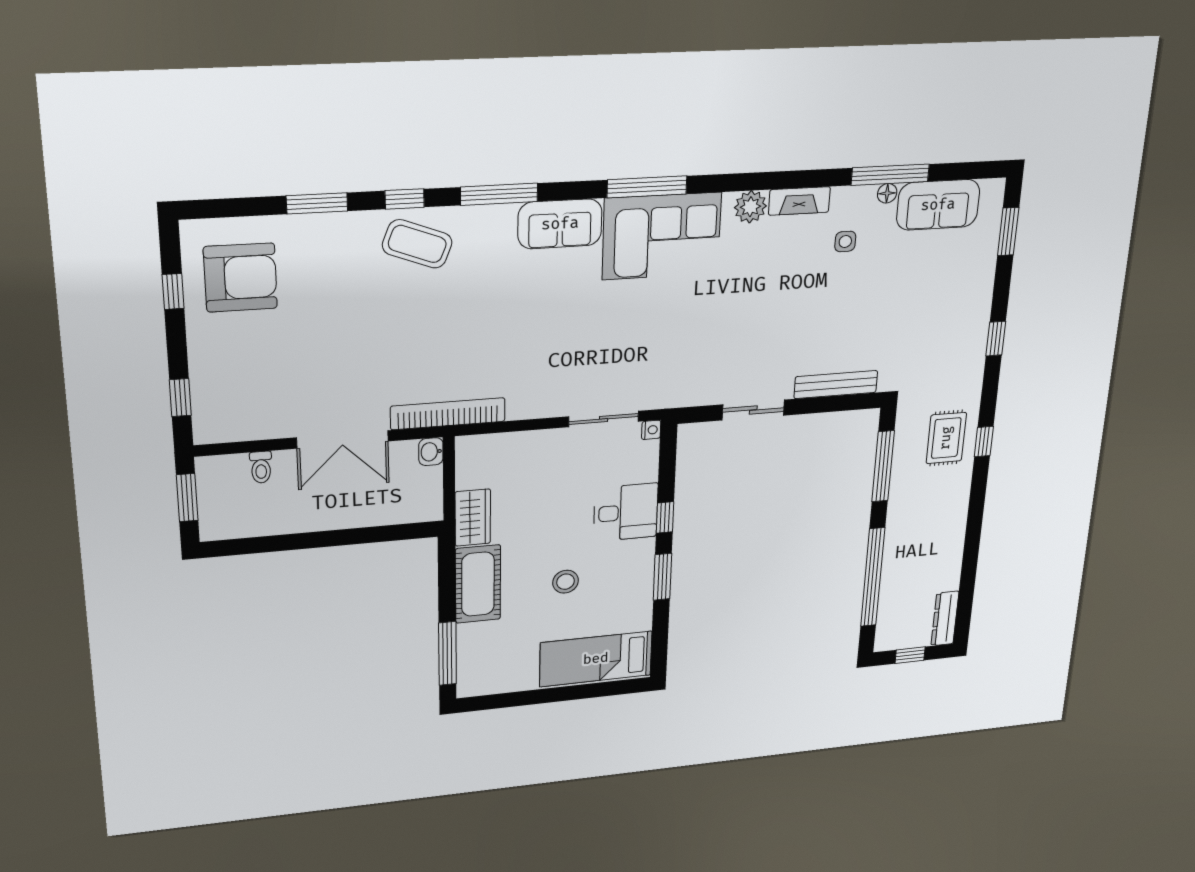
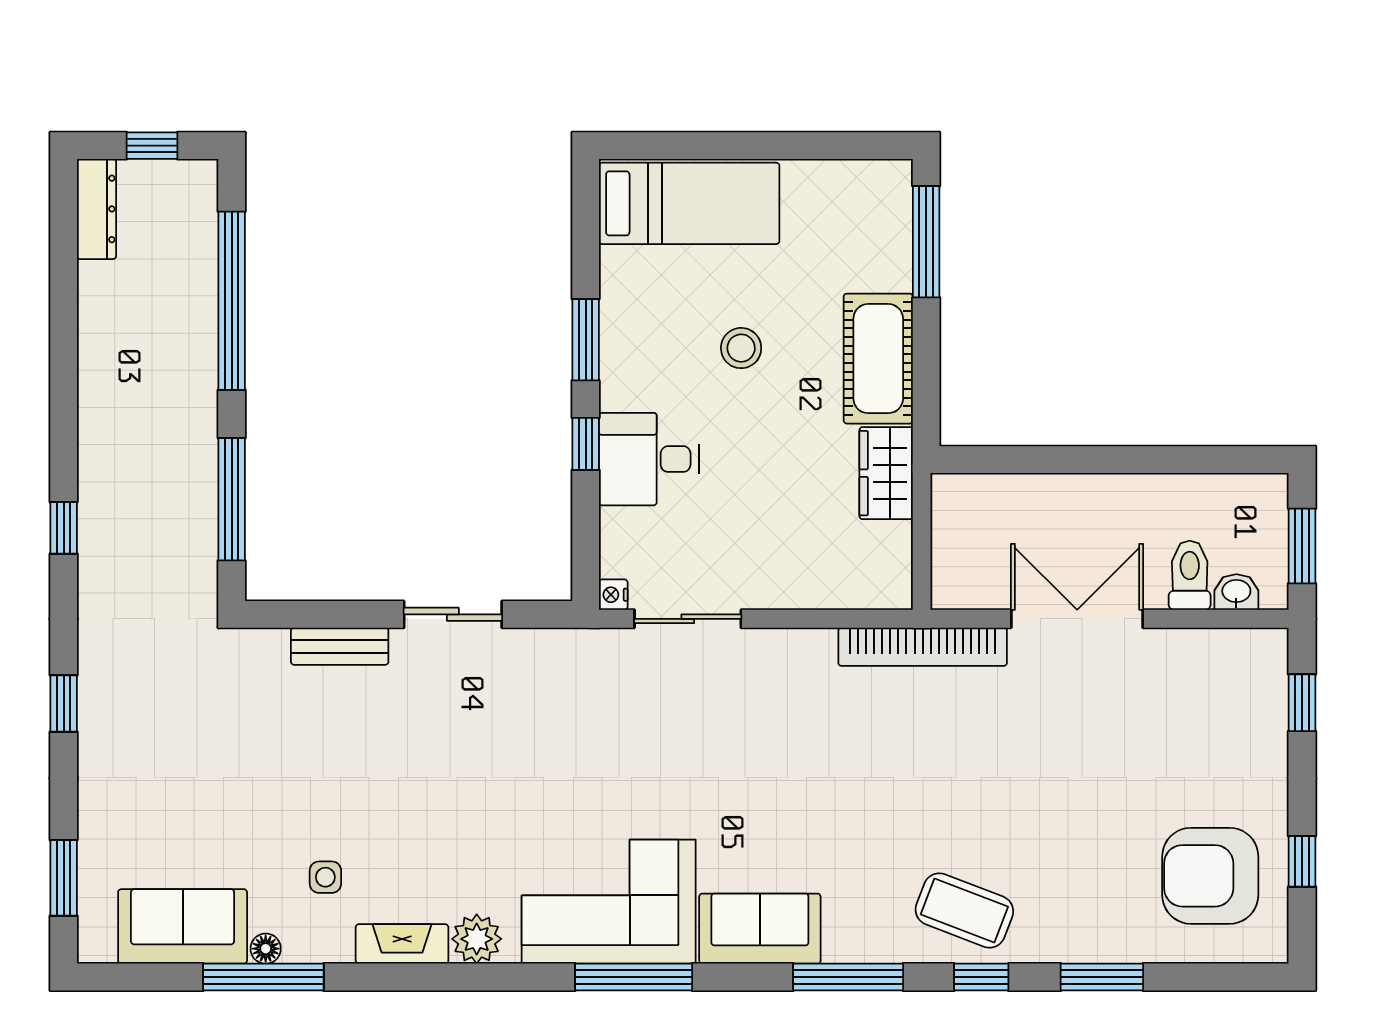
bench: (836, 385) -> (340, 646), width x0.73
rug: (946, 438) -> (129, 540), removed
washbasin: (431, 452) -> (1236, 592), moved, turned -90
toilet: (261, 467) -> (1190, 575), width x1.37, depth x1.39

